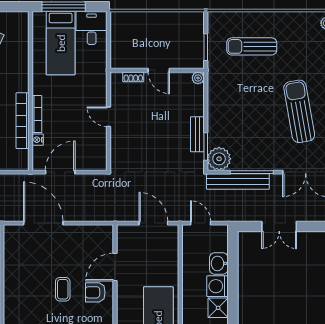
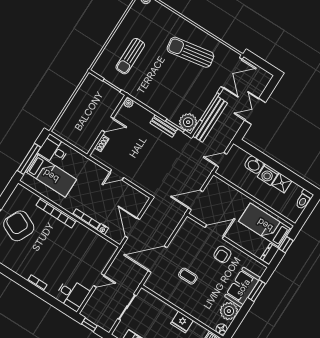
bookcase: (23, 121) -> (56, 213), moved
door: (153, 223) -> (196, 200), moved
double door: (279, 226) -> (255, 111), swing flipped
door: (115, 267) -> (214, 232), swing flipped
coffee table: (63, 289) -> (188, 276), moved

